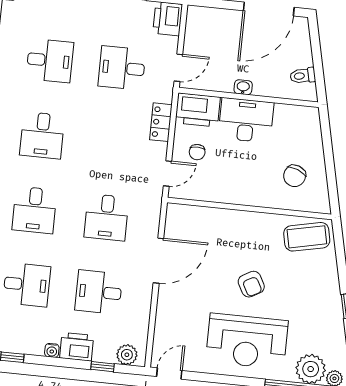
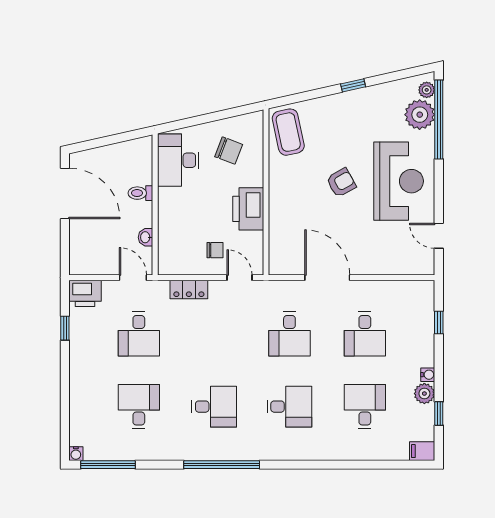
toilet: (303, 76) -> (140, 193), moved, turned 103
washbasin: (243, 87) -> (146, 237), moved
printer: (198, 110) -> (248, 209), moved, turned 180
desk: (246, 120) -> (178, 160), moved
desk: (106, 217) -> (289, 334), turned 90
printer: (77, 347) -> (422, 350), removed
plant: (127, 355) -> (424, 394), moved
door: (169, 374) -> (439, 236), moved

